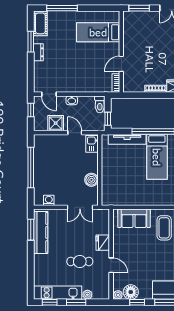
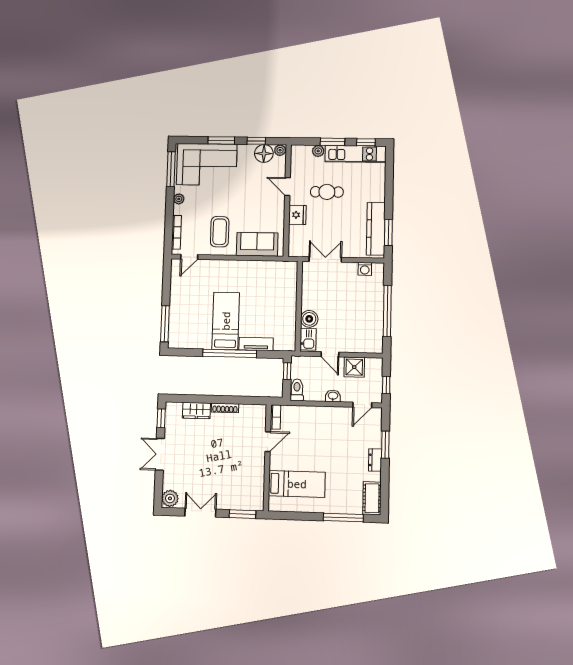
window: (31, 42) -> (385, 445), moved
door: (49, 94) -> (362, 405), swing flipped
tv unit: (127, 139) -> (256, 344), width x0.71
boiler: (91, 180) -> (309, 319), moved

